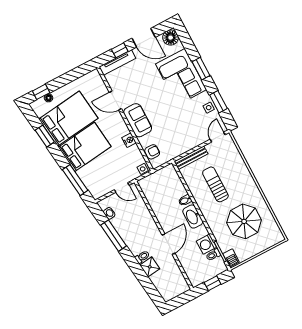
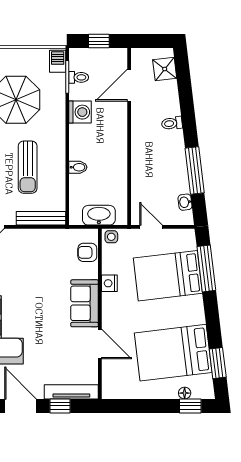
window: (45, 136) -> (218, 363), moved
bed: (85, 147) -> (168, 276), moved
washbasin: (193, 217) -> (99, 215), moved, turned -90
door: (168, 244) -> (129, 85), moved
washing machine: (206, 244) -> (80, 112), moved
shower: (150, 267) -> (165, 69), moved

